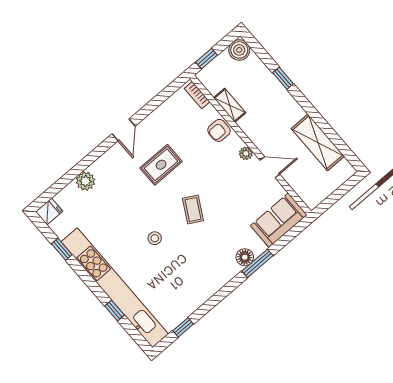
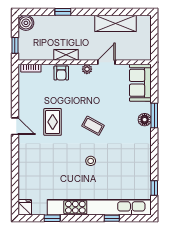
shelving: (230, 105) -> (66, 55), moved
plant: (85, 181) -> (25, 172), removed

